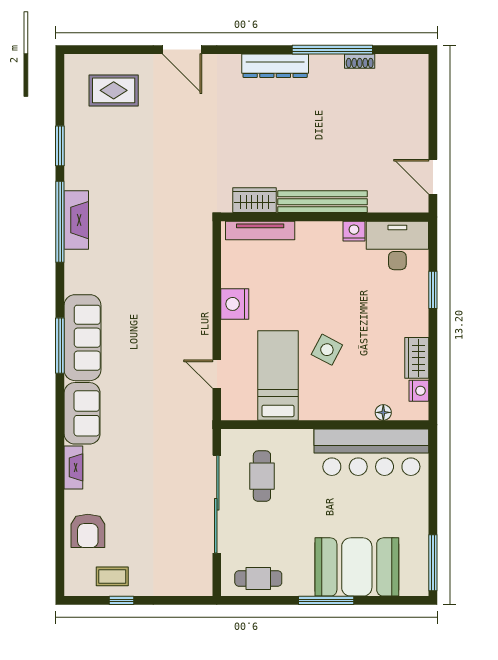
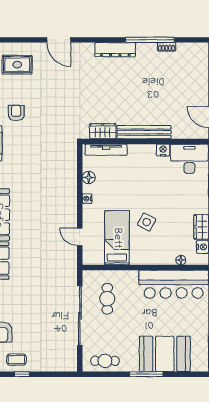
armchair: (112, 170) -> (16, 113), added
floor lamp: (231, 276) -> (89, 178), added
nightstand: (235, 304) -> (87, 199), width x0.53, depth x0.56

